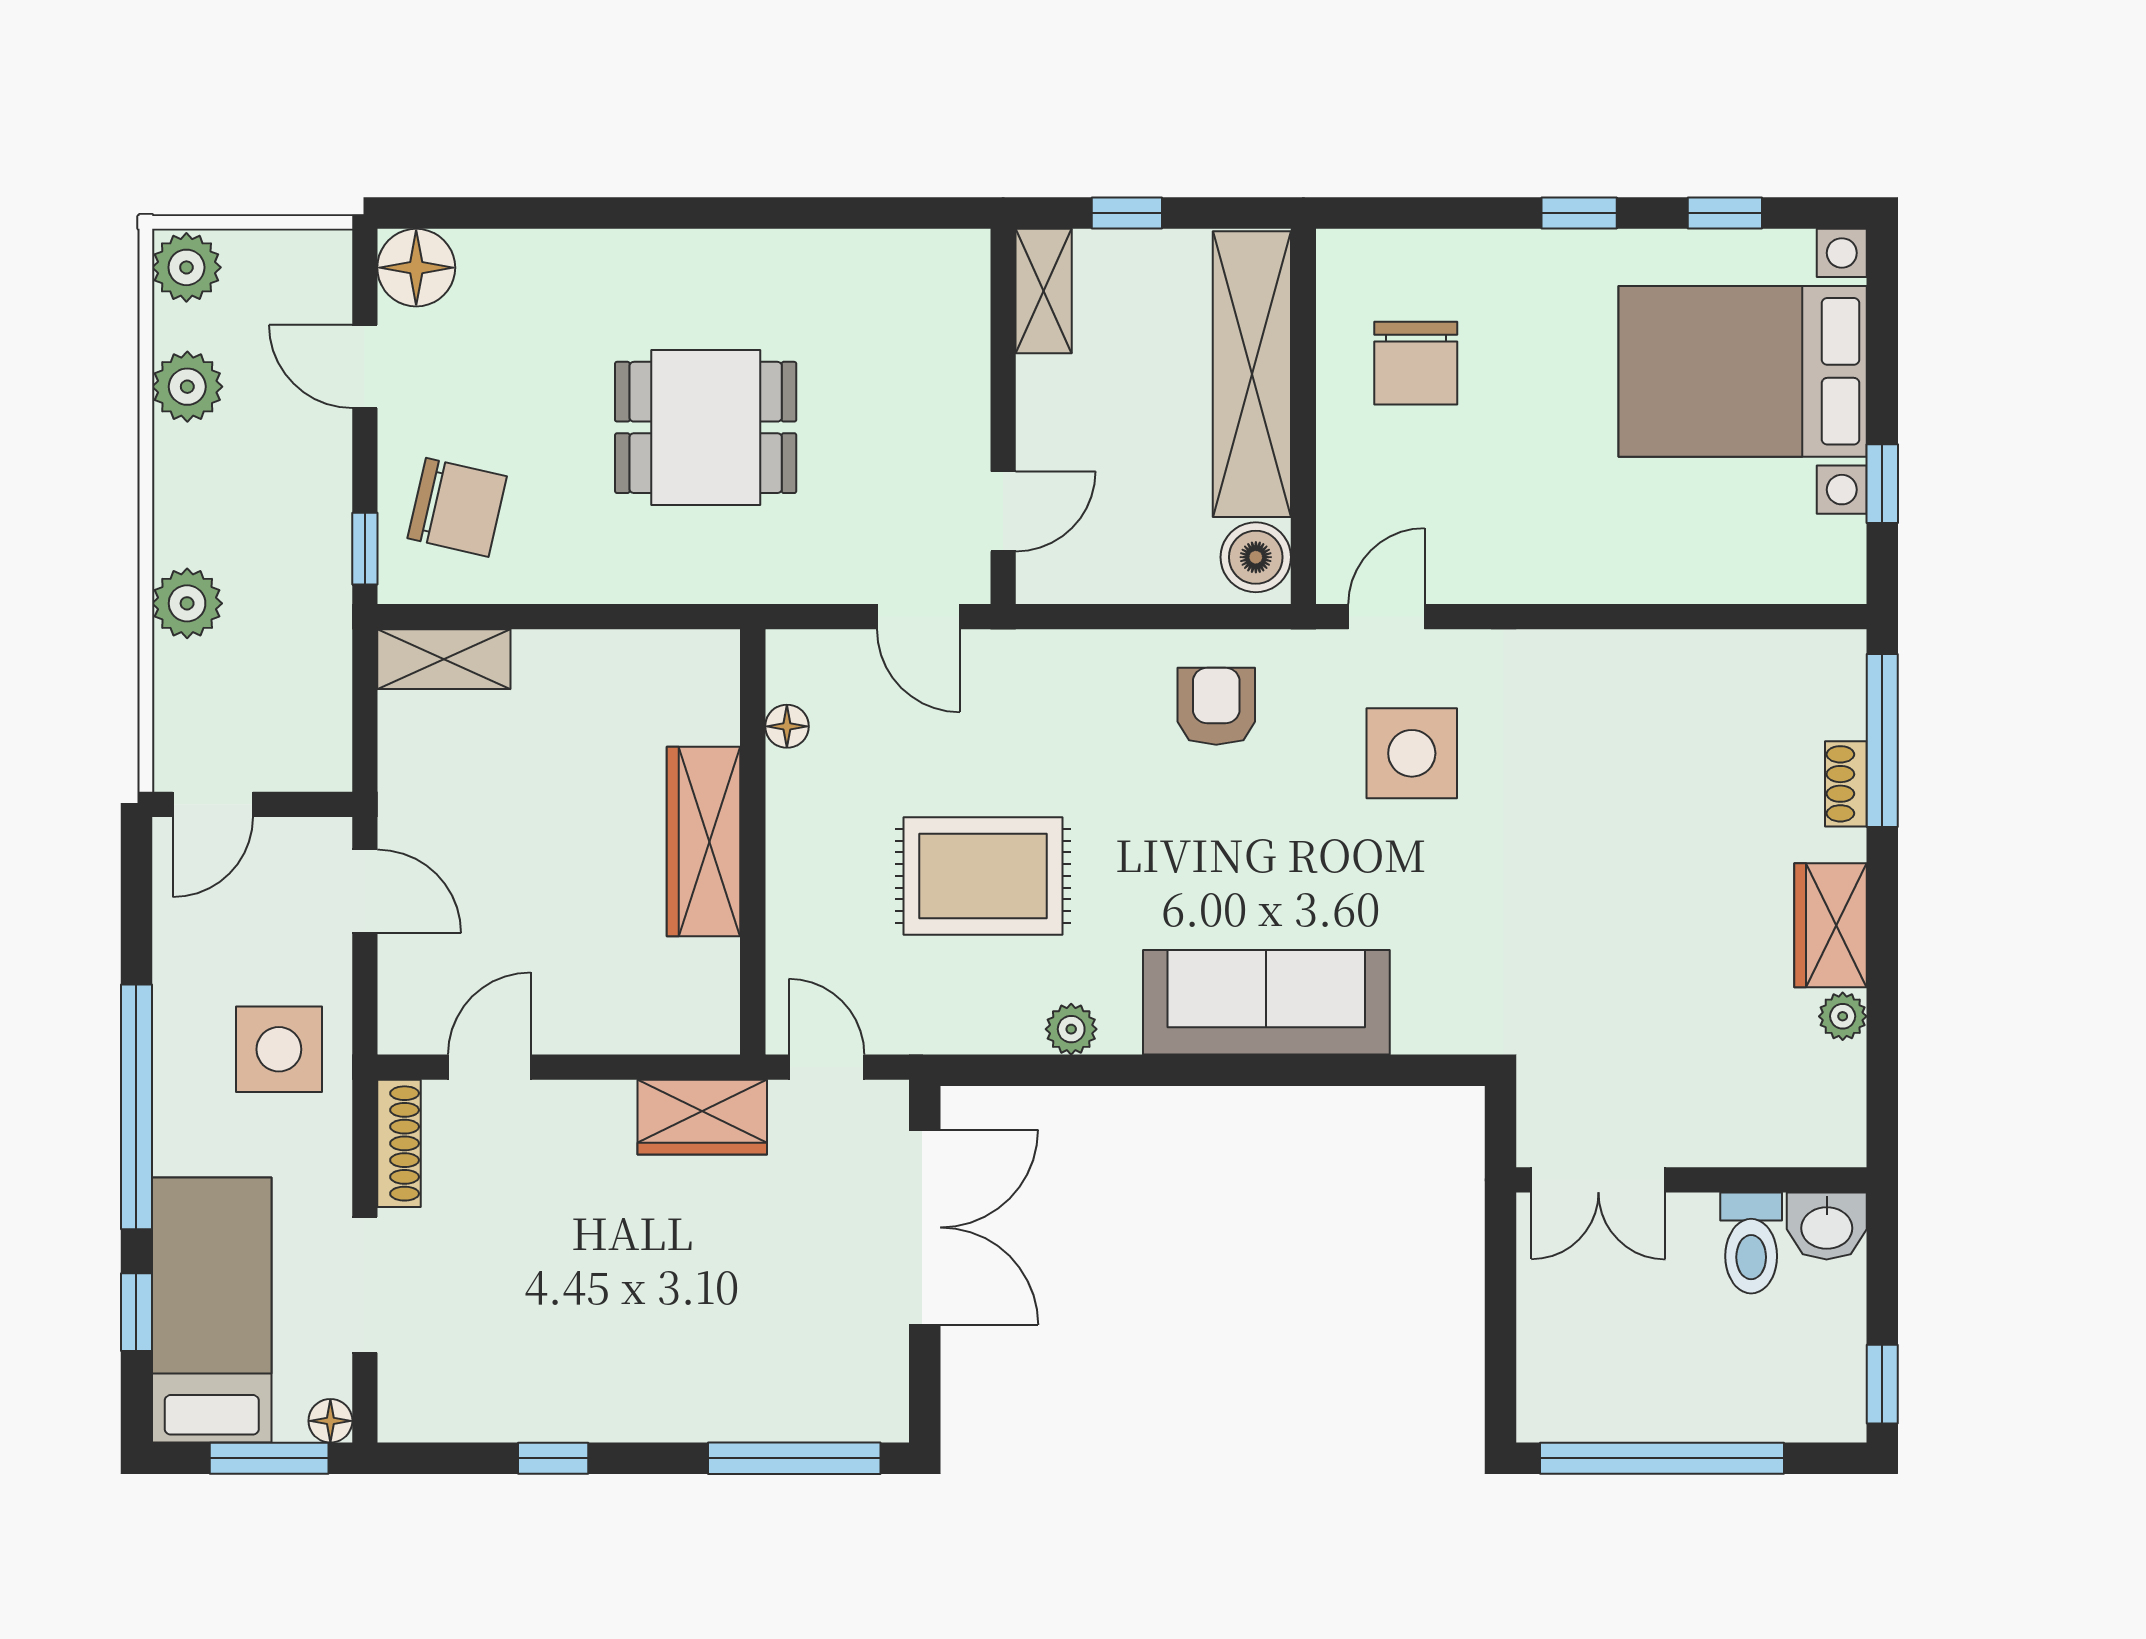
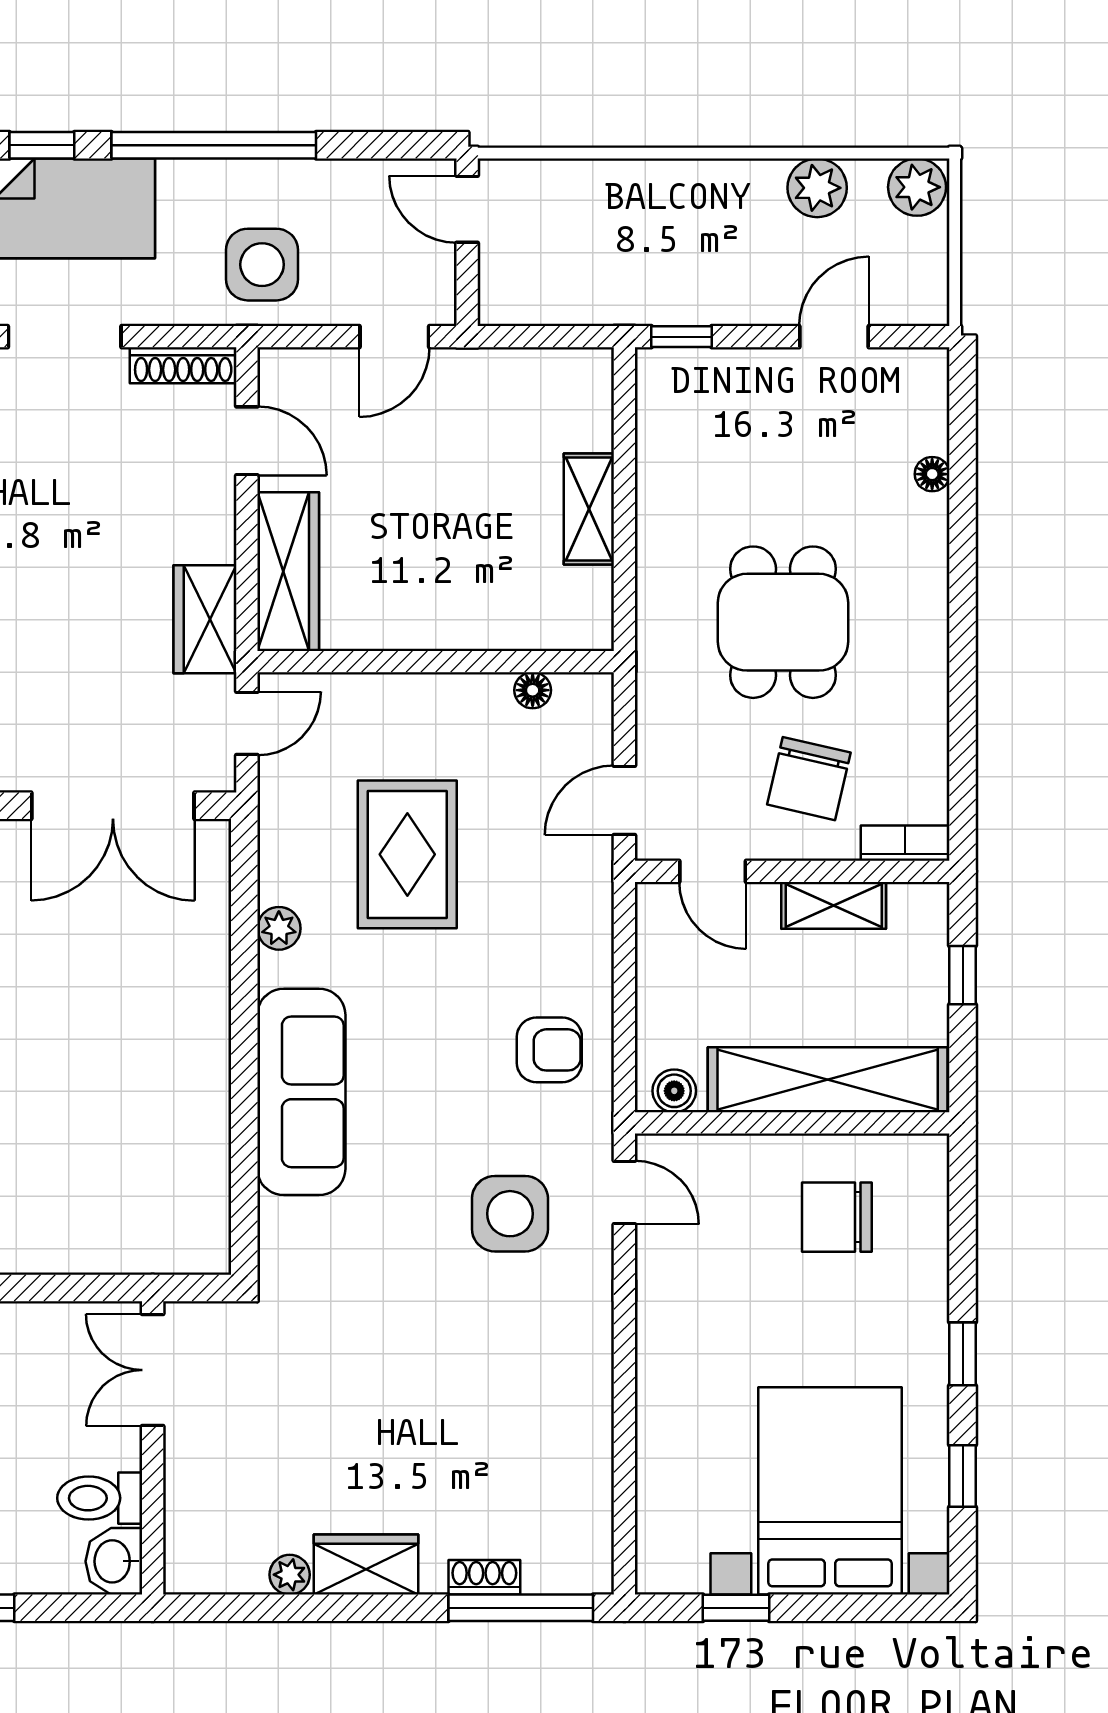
floor lamp: (416, 268) -> (932, 474), moved, width x0.53, depth x0.53
bookcase: (969, 282) -> (905, 843), added
shelving: (1044, 291) -> (834, 905), moved
chair: (457, 507) -> (809, 779), moved
boiler: (1256, 557) -> (674, 1091), width x0.73, depth x0.73
plant: (187, 603) -> (636, 188), removed
shelving: (444, 659) -> (589, 509), moved
wardrobe: (704, 841) -> (288, 572), moved, turned 90

